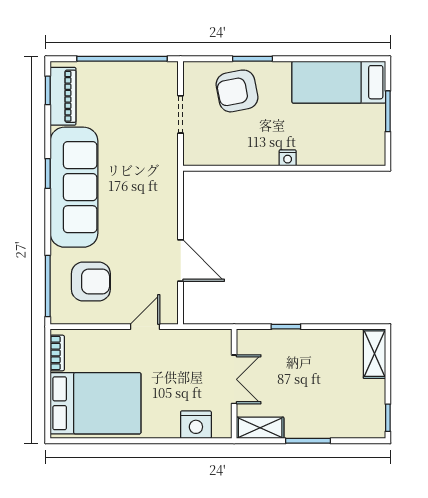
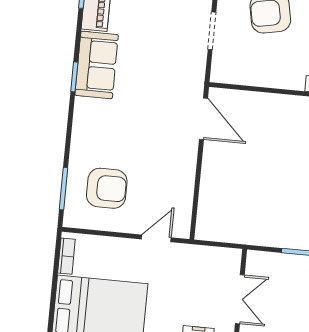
sofa: (74, 187) -> (97, 65), width x0.54, depth x0.79
door: (181, 261) -> (203, 119), moved
window: (48, 286) -> (64, 189), width x0.69

